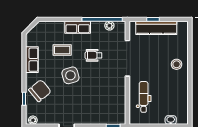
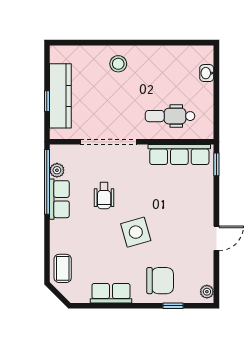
row of seats: (78, 27) -> (59, 199), moved
coffee table: (62, 50) -> (63, 268), moved
chair: (40, 91) -> (160, 281), turned 130
row of seats: (119, 103) -> (179, 155), added

